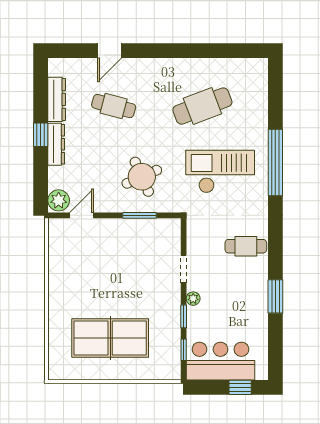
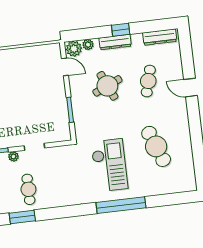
door: (110, 51) -> (190, 88), moved
dresser: (57, 99) -> (160, 37), moved
round table: (142, 177) -> (107, 86), moved
plant: (55, 181) -> (88, 45), added
cafe table: (246, 246) -> (28, 189), moved

